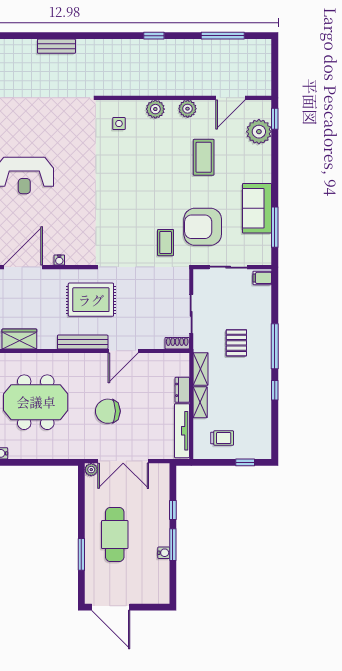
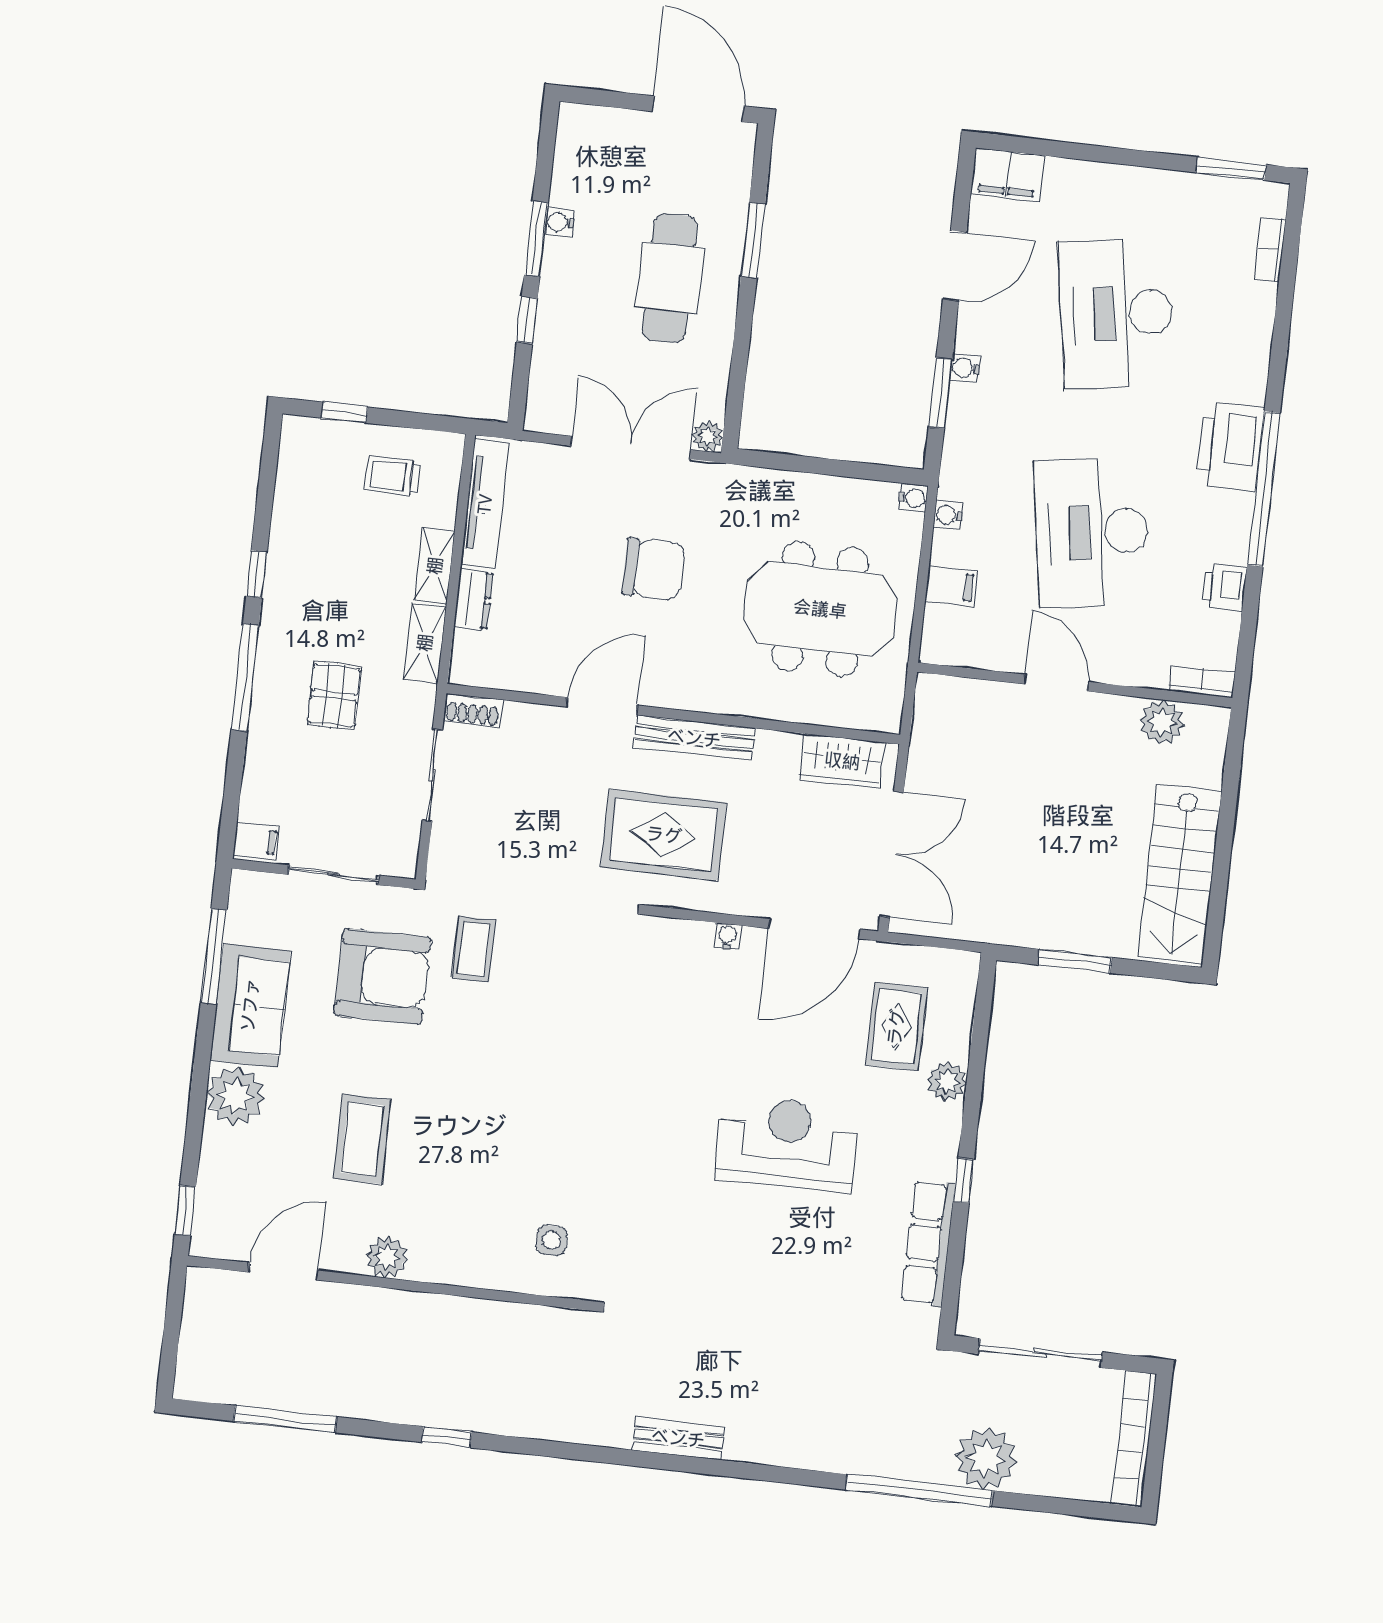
plant: (155, 109) -> (463, 1265), removed
plant: (259, 132) -> (236, 1096), moved

